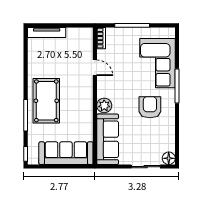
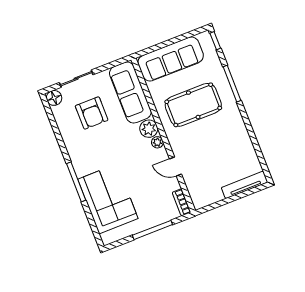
plant: (102, 92) -> (157, 142), added
pool table: (46, 101) -> (193, 105), moved, turned 90
armchair: (150, 107) -> (92, 113), moved

